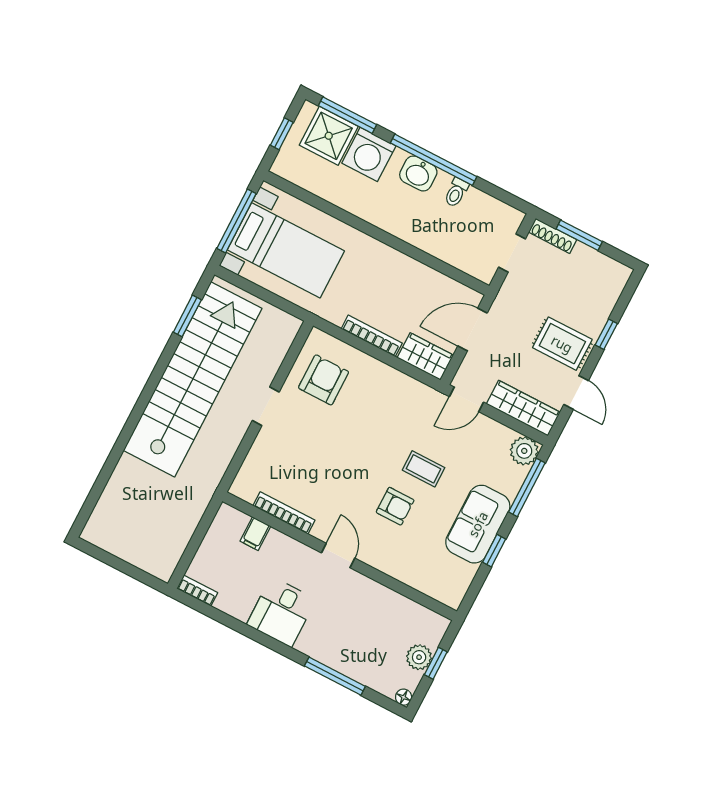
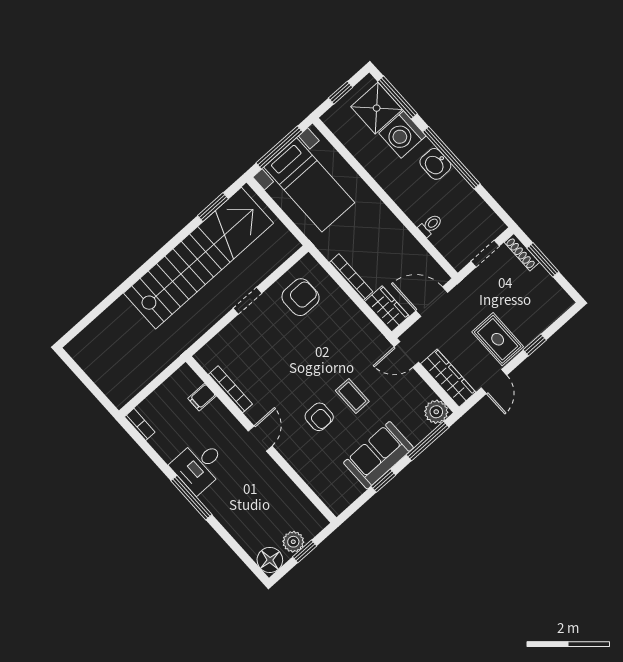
toilet: (456, 192) -> (430, 225), moved, turned 180
window: (335, 676) -> (191, 498), moved
floor lamp: (404, 697) -> (270, 560), width x1.89, depth x1.89

